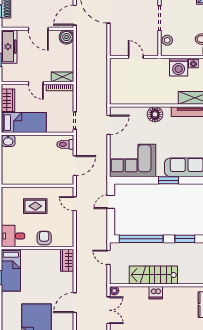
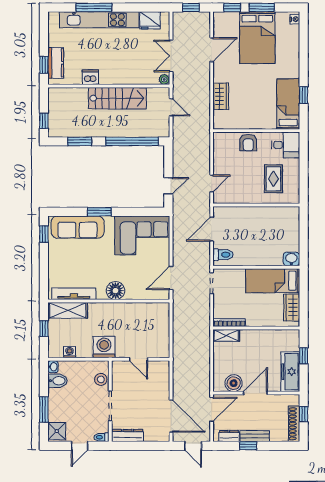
door: (38, 29) -> (255, 393), hinge flipped
boiler: (66, 37) -> (234, 383), moved
washing machine: (179, 67) -> (104, 347), moved
door: (36, 83) -> (258, 328), removed
door: (75, 204) -> (212, 183), hinge flipped
rug: (35, 206) -> (273, 179), moved, turned 90
door: (109, 257) -> (171, 107), moved
wardrobe: (67, 260) -> (221, 96), moved
dishwasher: (156, 293) -> (90, 77), moved
door: (75, 303) -> (212, 50), moved

